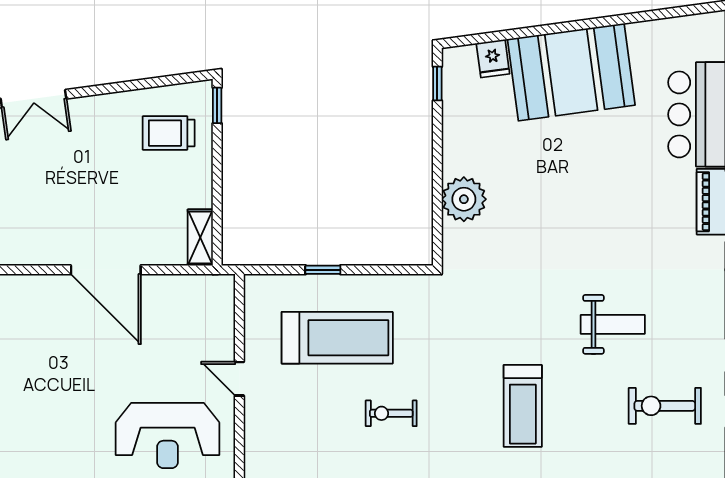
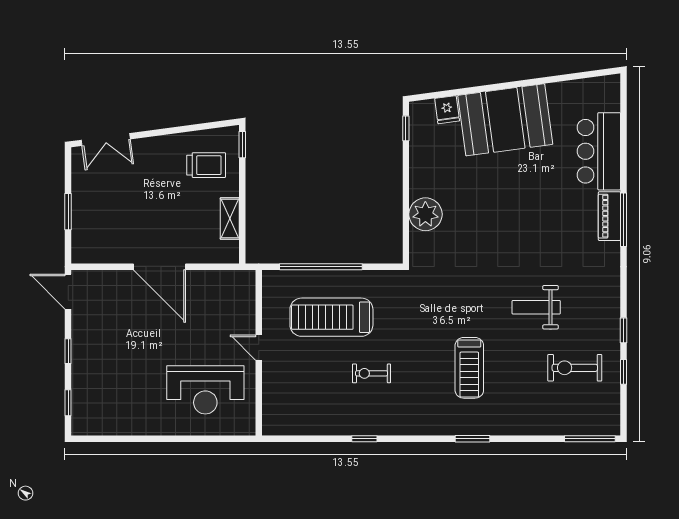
trolley: (169, 133) -> (206, 165), turned 180
shelving: (200, 237) -> (230, 219), moved
window: (323, 270) -> (321, 267), width x3.17
weight bench: (613, 324) -> (536, 307), turned 180
treadmill: (337, 338) -> (331, 317), turned 180

